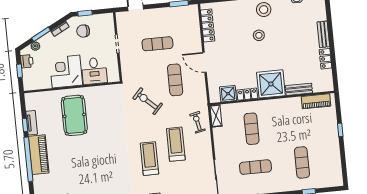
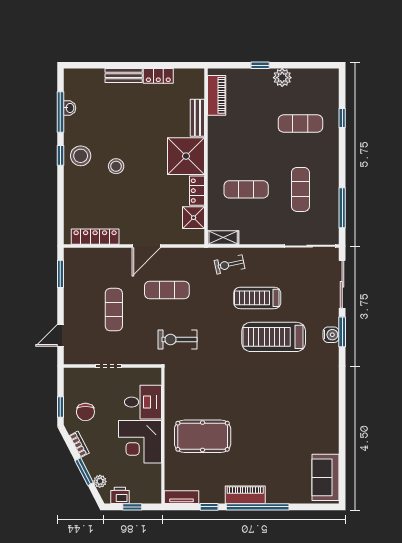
exercise bike: (148, 101) -> (177, 339), moved, turned 47
tv unit: (32, 123) -> (182, 497), moved
plant: (333, 146) -> (282, 78), added
piano: (39, 155) -> (245, 495), width x0.73, depth x0.75
treadmill: (149, 159) -> (274, 337), width x1.37, depth x1.38

